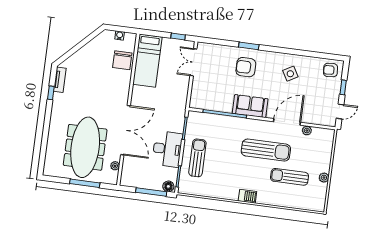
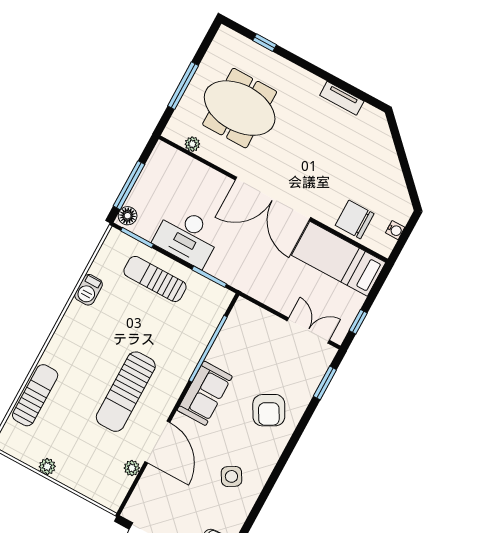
window: (249, 46) -> (325, 383), moved
armchair: (246, 67) -> (269, 410), turned 151
tv unit: (60, 80) -> (342, 98), moved
window: (51, 93) -> (265, 43), moved
double door: (125, 130) -> (273, 199), moved
meeting table: (85, 147) -> (240, 108), width x0.73
sun lounger: (197, 158) -> (155, 279), turned 180
sun lounger: (290, 177) -> (35, 395), moved
barbecue: (247, 196) -> (89, 290), moved

